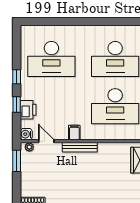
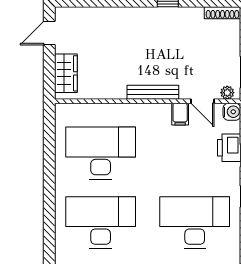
filing cabinet: (74, 132) -> (180, 114), moved

